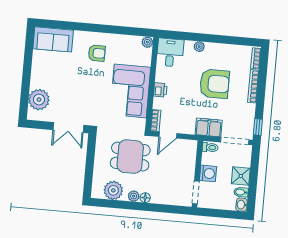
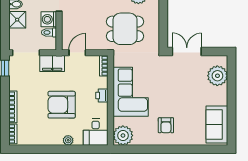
sofa: (53, 39) -> (217, 124), moved, turned -90
plant: (147, 42) -> (123, 135), width x1.87, depth x1.87
armchair: (97, 53) -> (166, 125), turned -90
armchair: (215, 84) -> (62, 105), moved
door: (168, 135) -> (77, 53), moved
toilet: (210, 147) -> (49, 32), moved

